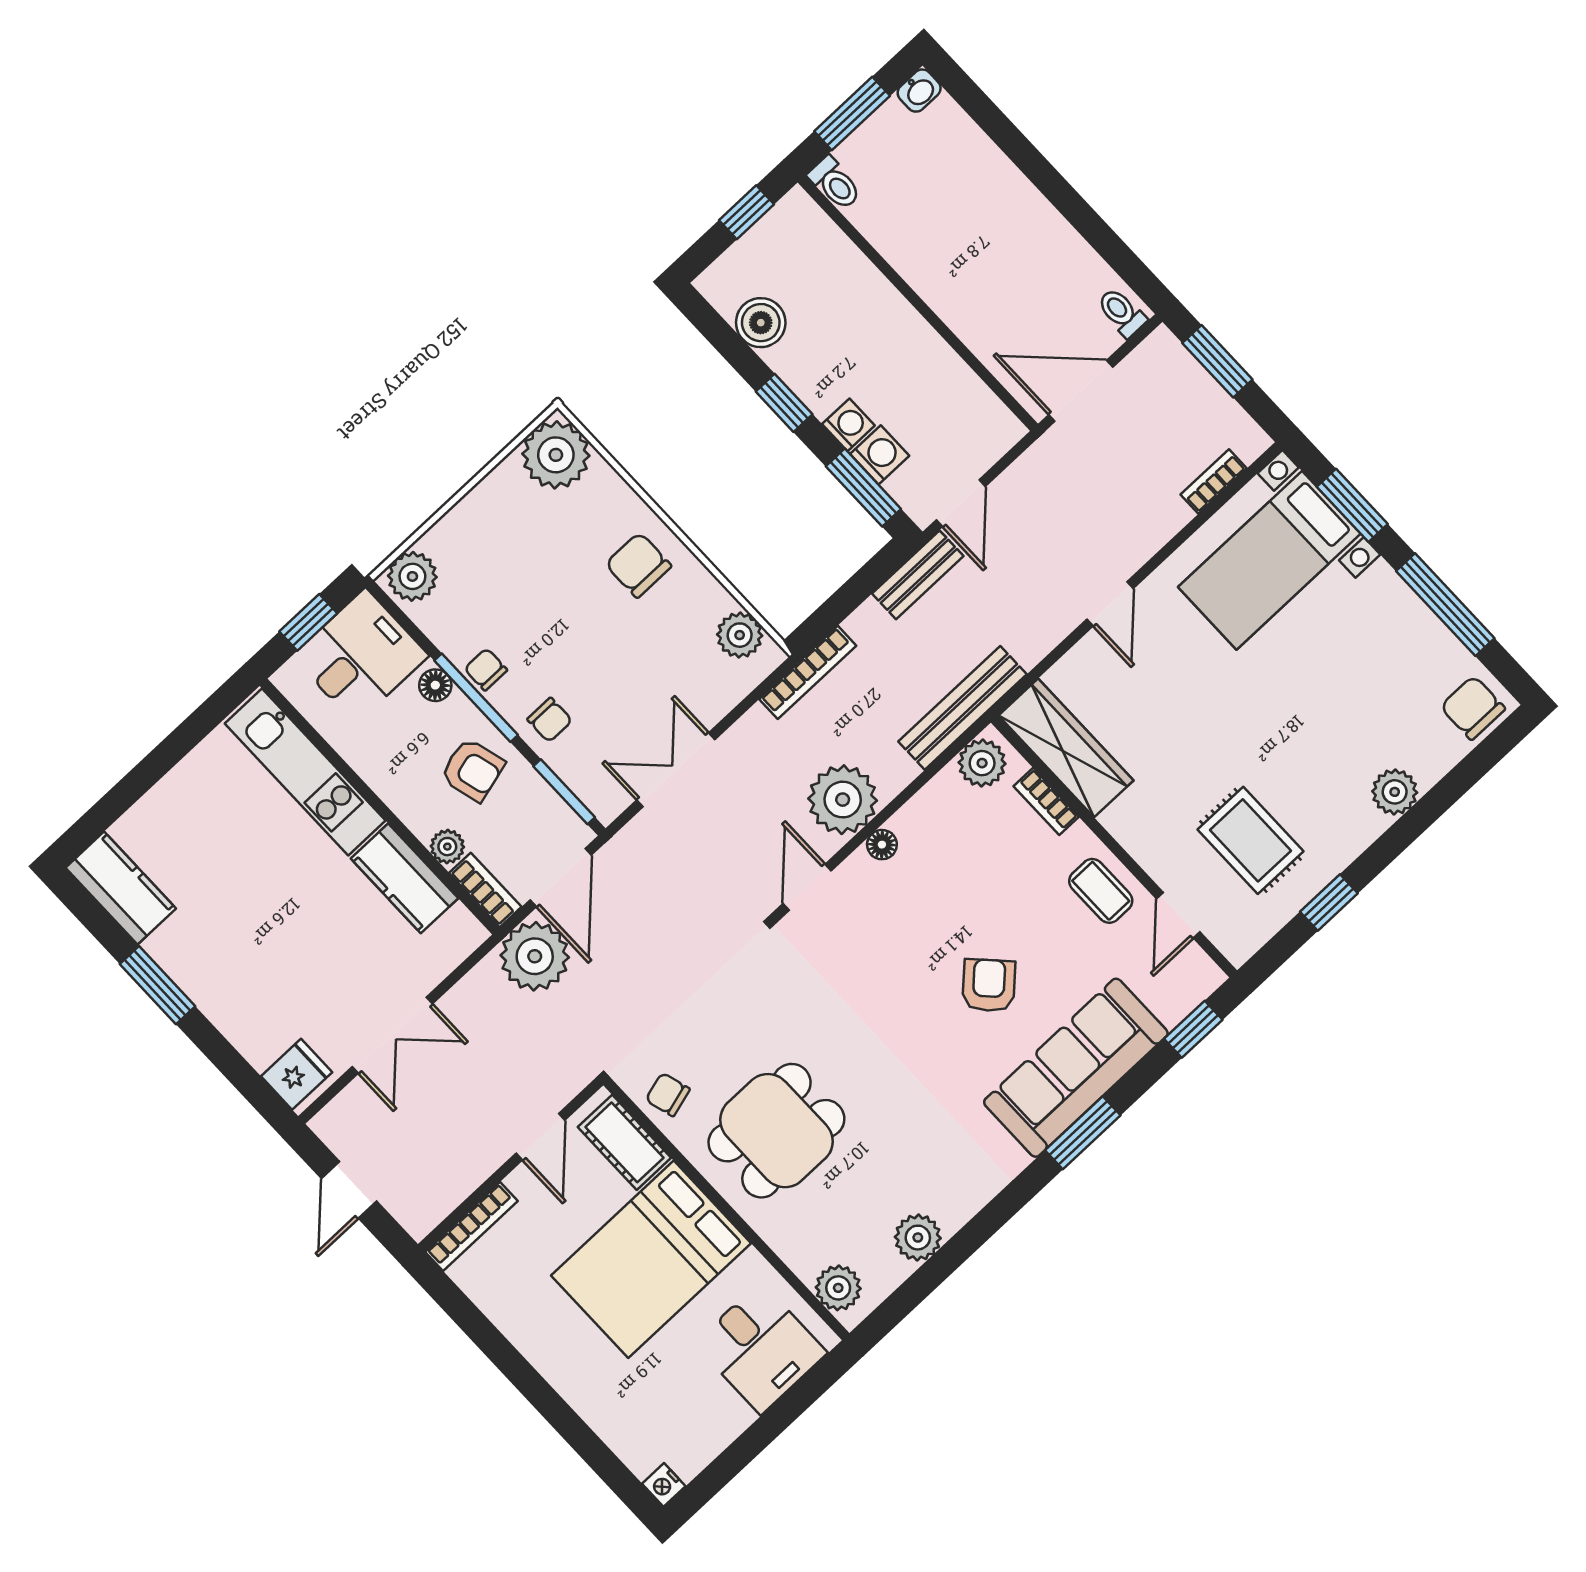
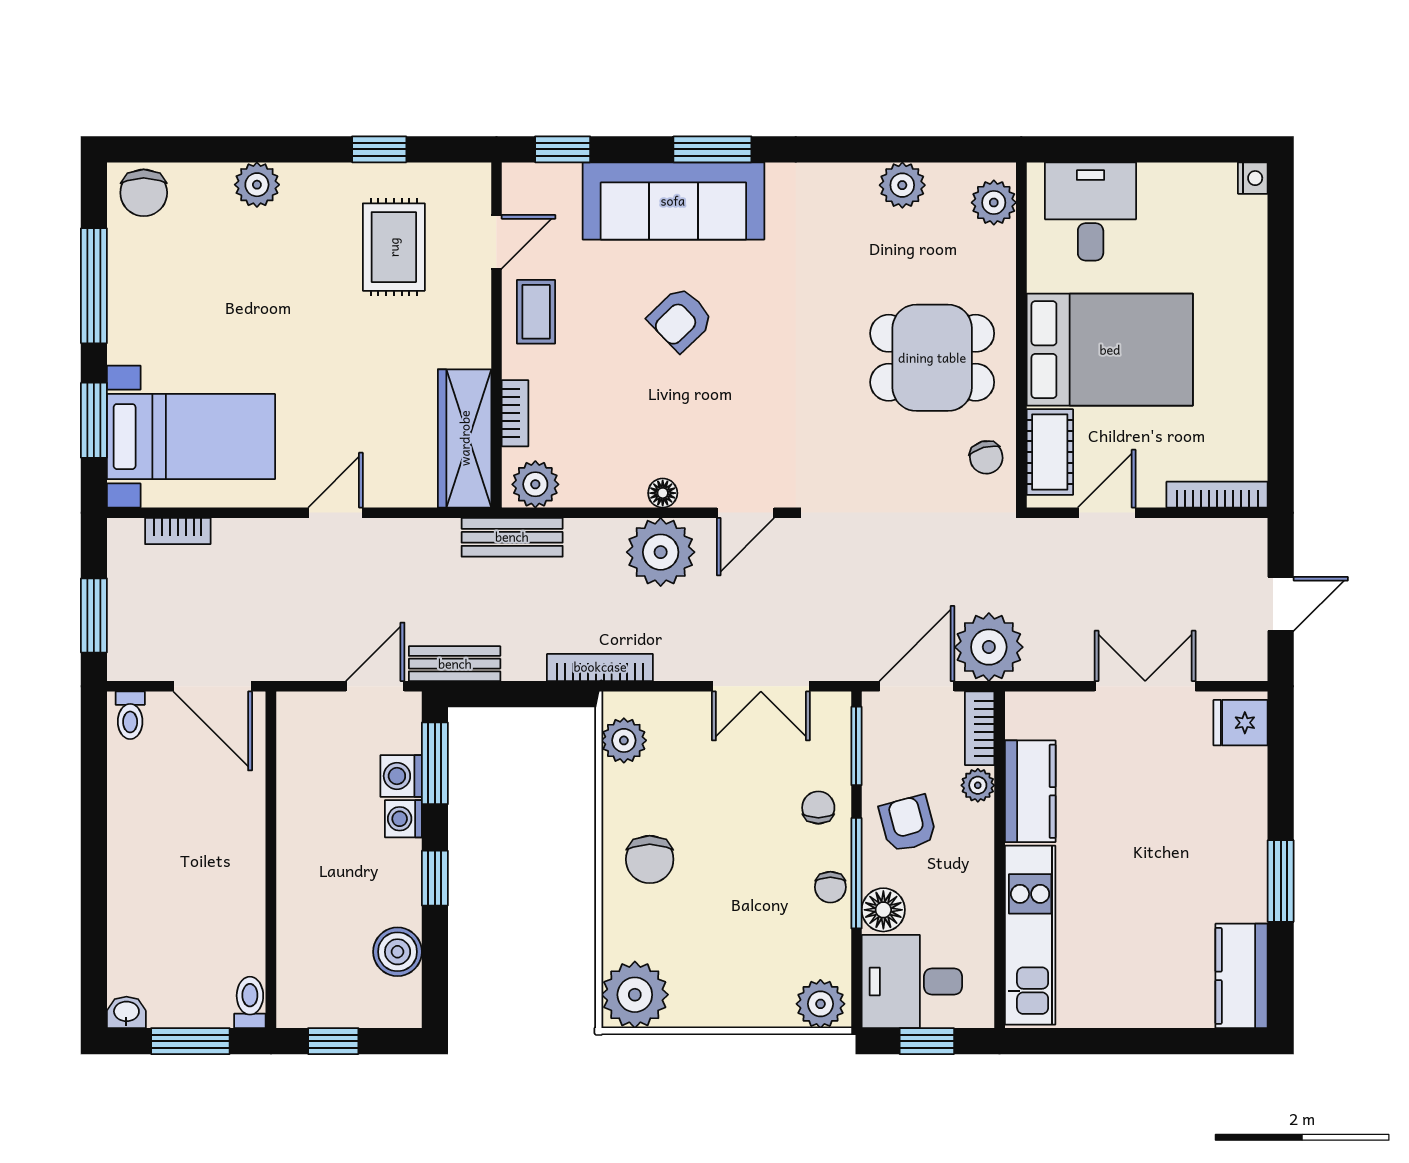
floor lamp: (435, 685) -> (883, 910), width x1.37, depth x1.37
bench: (963, 708) -> (512, 537), width x0.73

